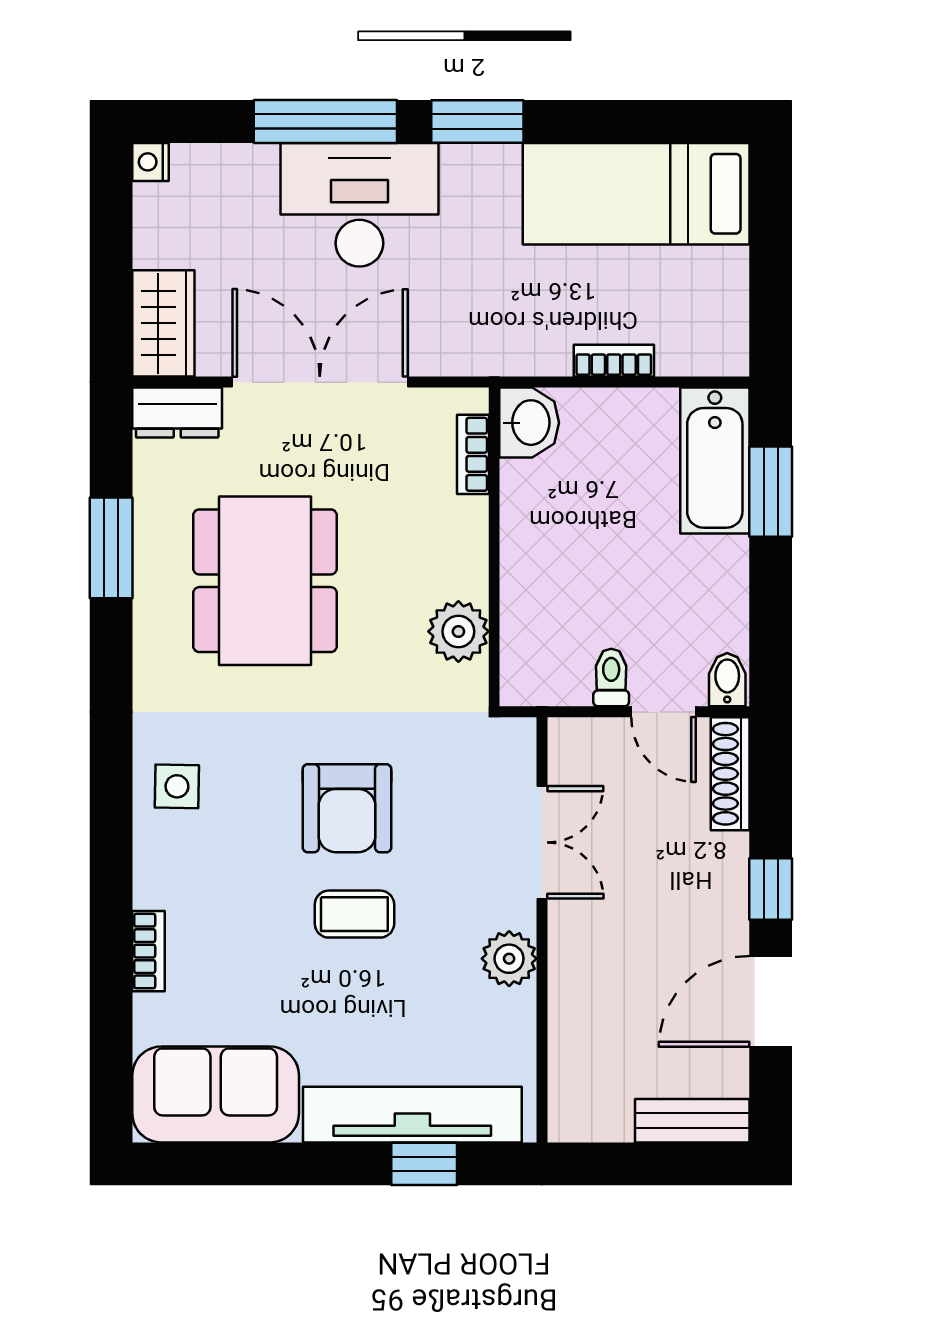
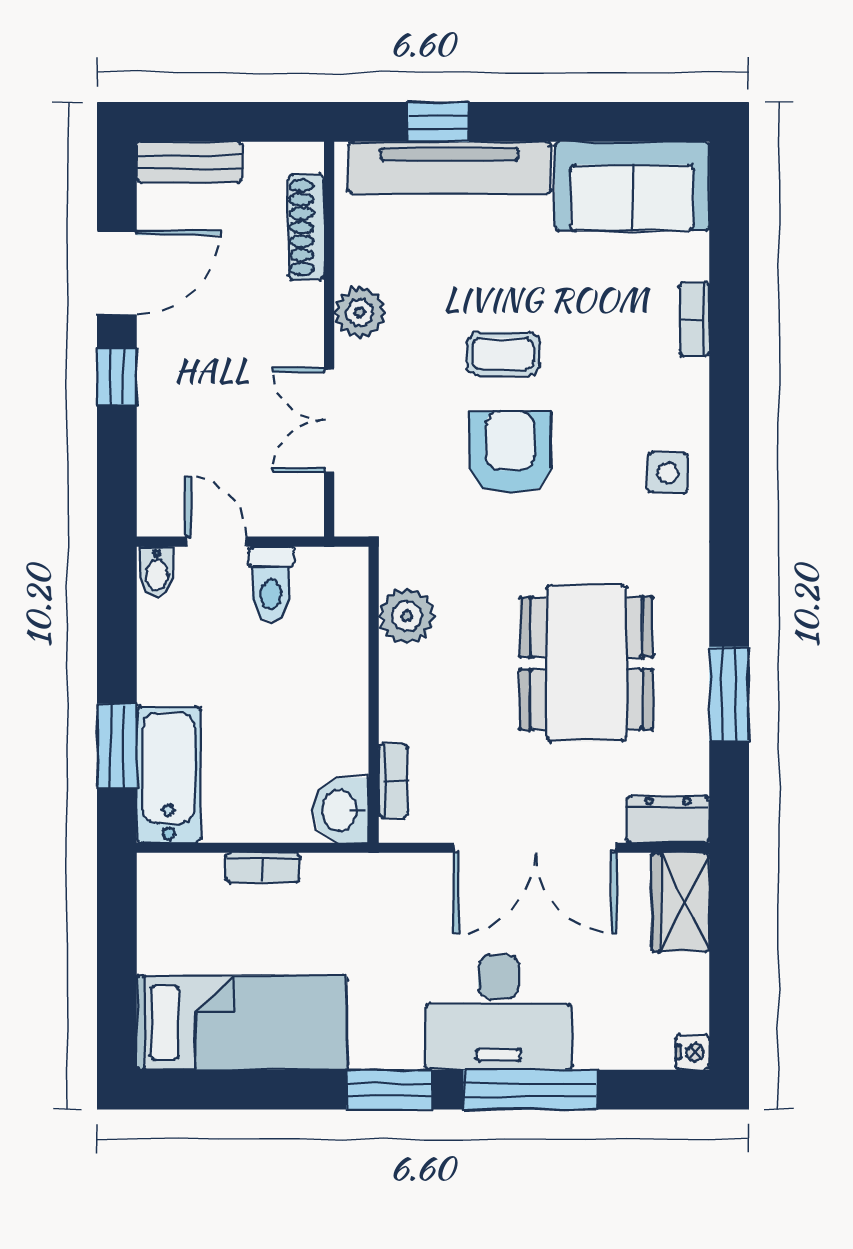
toilet: (611, 677) -> (271, 584), width x1.37, depth x1.39
shoe rack: (730, 774) -> (306, 227), moved, turned 180

